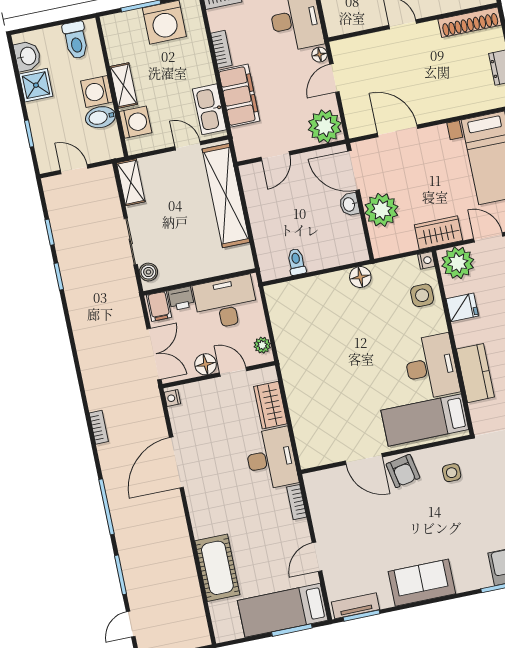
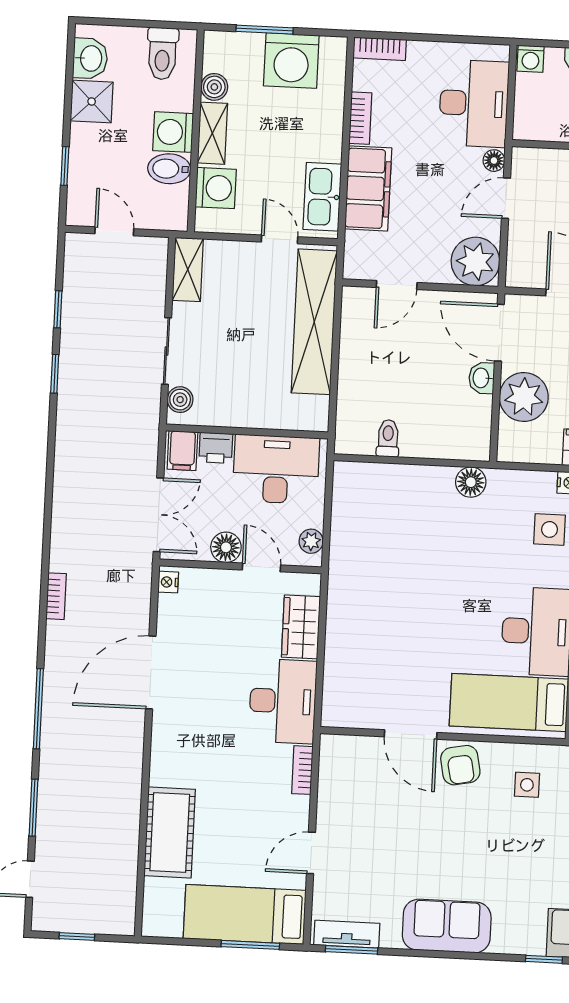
boiler: (117, 54) -> (214, 87), added

